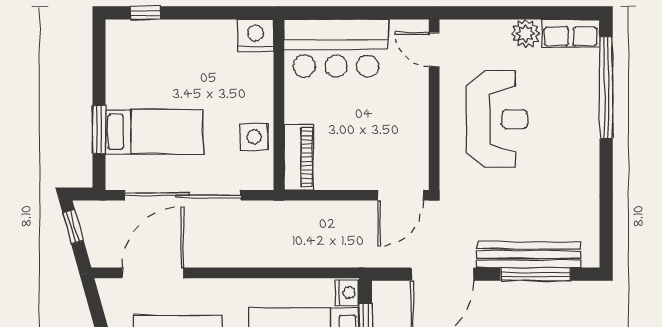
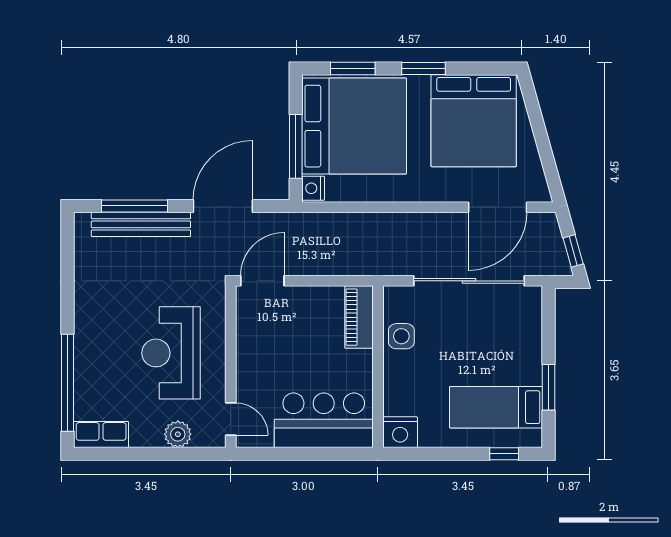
plant: (526, 34) -> (178, 434), moved
window: (99, 130) -> (549, 387), moved
bed: (154, 132) -> (496, 407), moved

